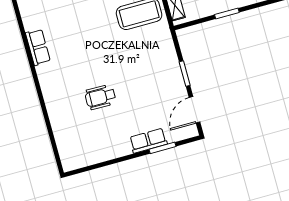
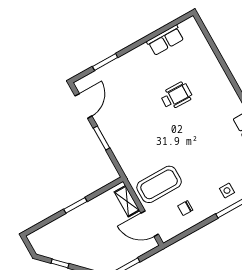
row of seats: (148, 141) -> (165, 40), moved

